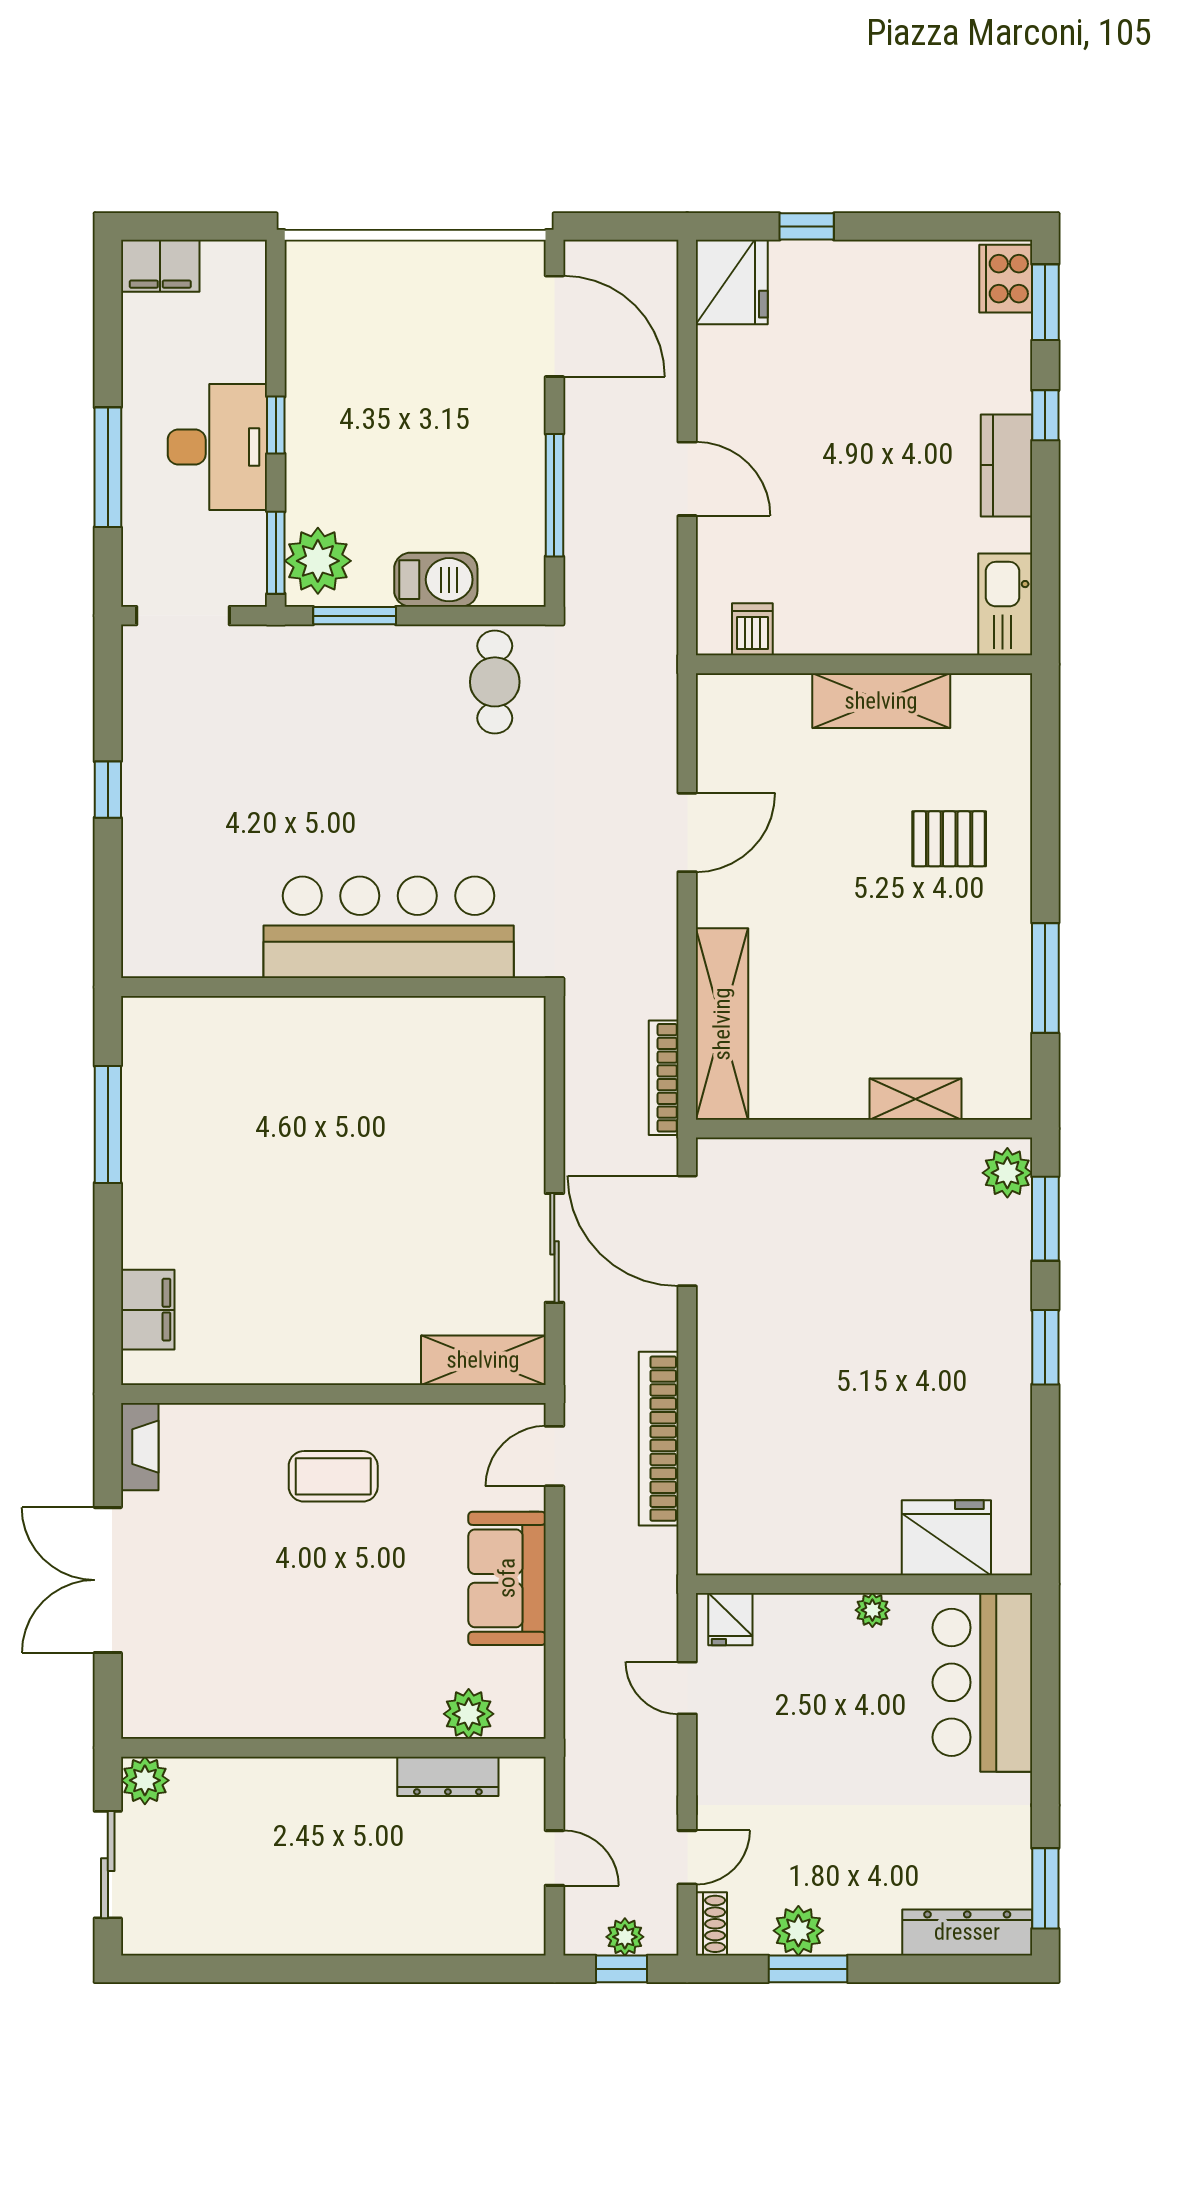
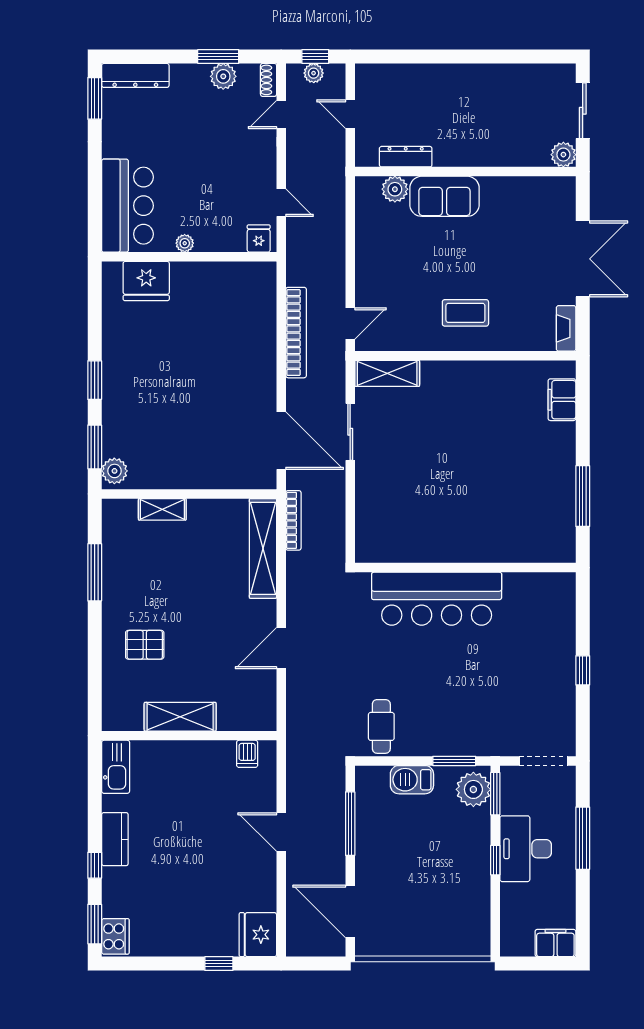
sofa: (507, 1578) -> (444, 196), moved, turned 90

